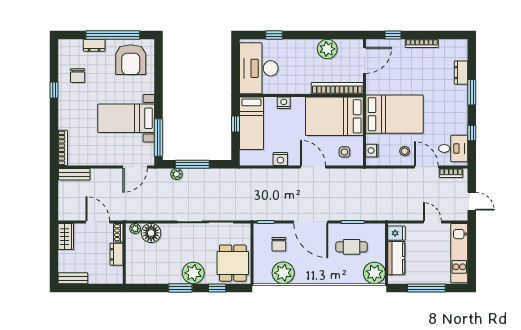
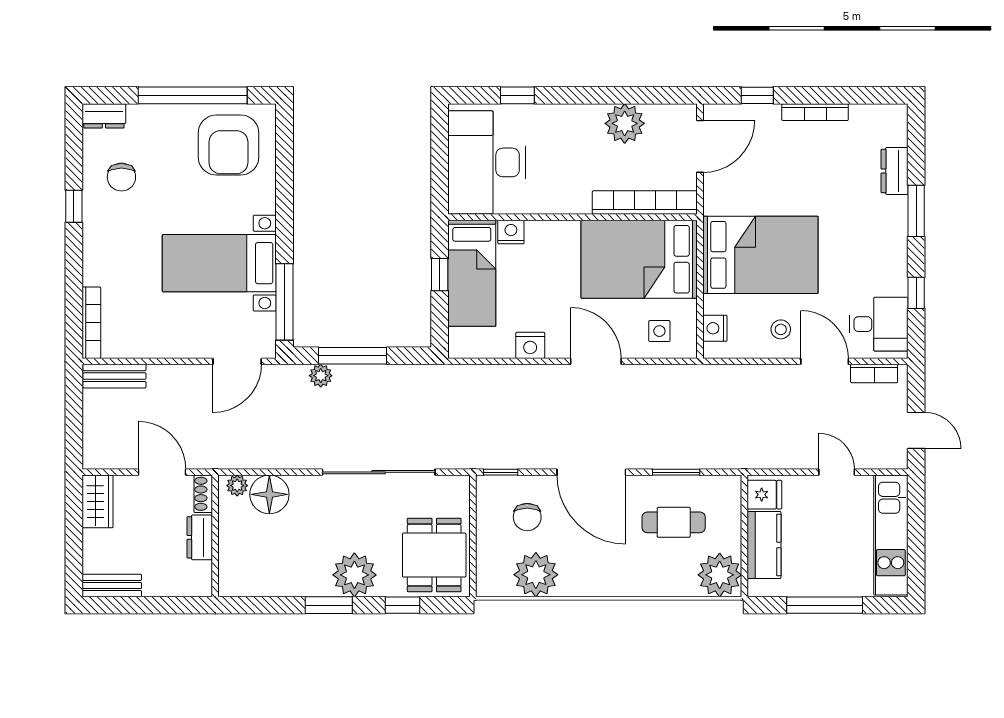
dresser: (94, 45) -> (104, 116), moved
nightstand: (284, 103) -> (511, 232), moved

